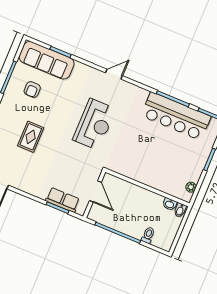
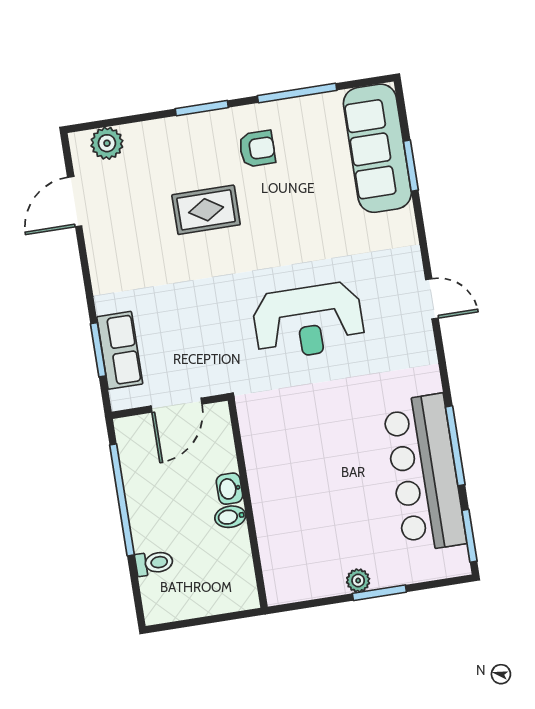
armchair: (32, 90) -> (257, 149), moved, turned 180
plant: (191, 187) -> (358, 581), moved
washbasin: (170, 204) -> (229, 489), moved
bidet: (180, 210) -> (230, 517), moved

